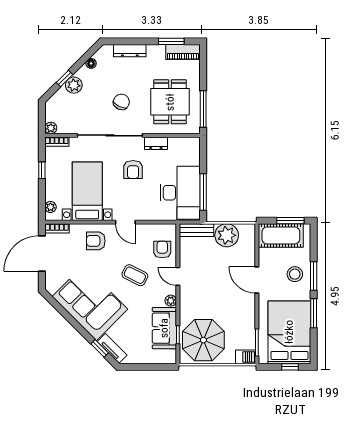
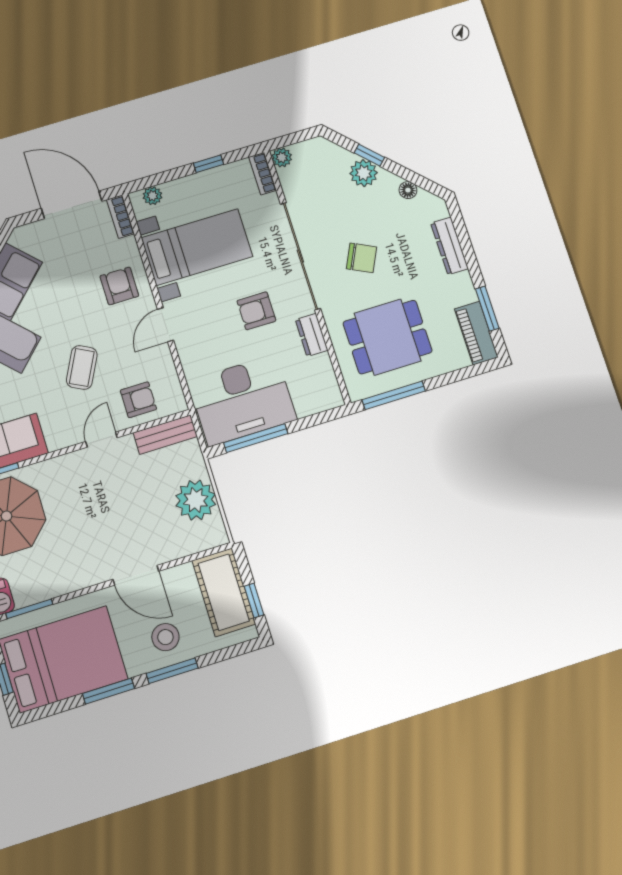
window: (290, 221) -> (254, 601), width x0.67
bench: (197, 230) -> (165, 435), moved, turned 90
door: (257, 280) -> (136, 575), swing flipped
plant: (171, 301) -> (57, 440), removed

